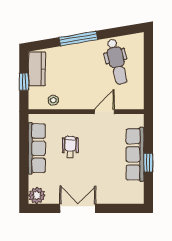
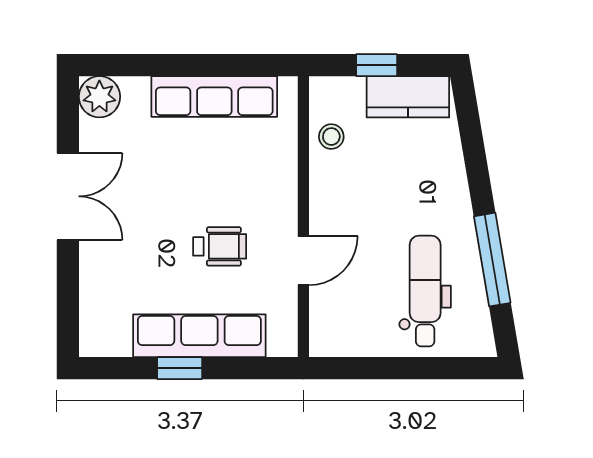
window: (78, 38) -> (492, 260), moved
dental chair: (117, 62) -> (425, 291), turned 104
door: (104, 112) -> (303, 261), hinge flipped
wheelchair: (70, 147) -> (220, 246), moved

